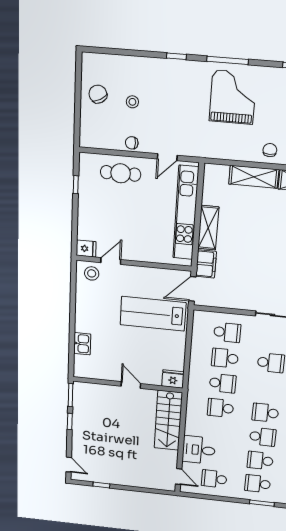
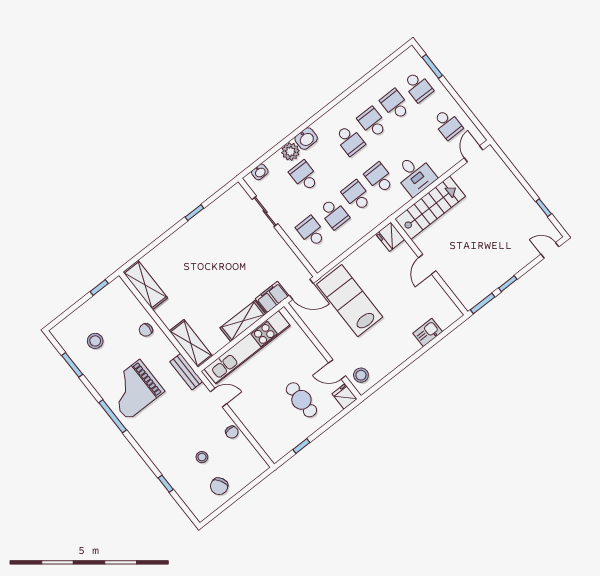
window: (176, 56) -> (166, 484), moved
bench: (209, 151) -> (186, 372), added
cafe table: (121, 173) -> (301, 400), moved
shelving: (254, 177) -> (191, 343), moved
lab bench: (153, 314) -> (350, 301), turned 180
school desk: (220, 408) -> (379, 178), turned 180
desk: (199, 450) -> (415, 175), moved
school desk: (260, 461) -> (395, 105), turned 180
door: (69, 465) -> (550, 250), hinge flipped

